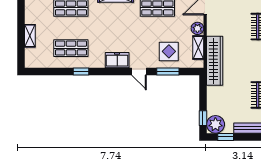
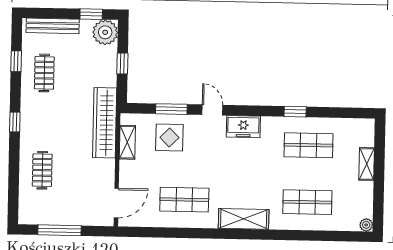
plant: (197, 28) -> (128, 169), removed
window: (203, 118) -> (122, 63), moved

